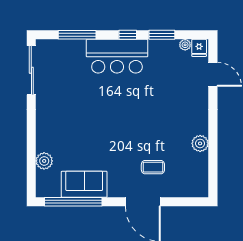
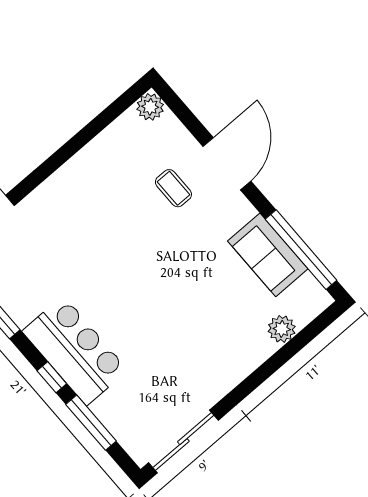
window: (128, 35) -> (52, 377), moved
plant: (200, 143) -> (150, 107), moved

